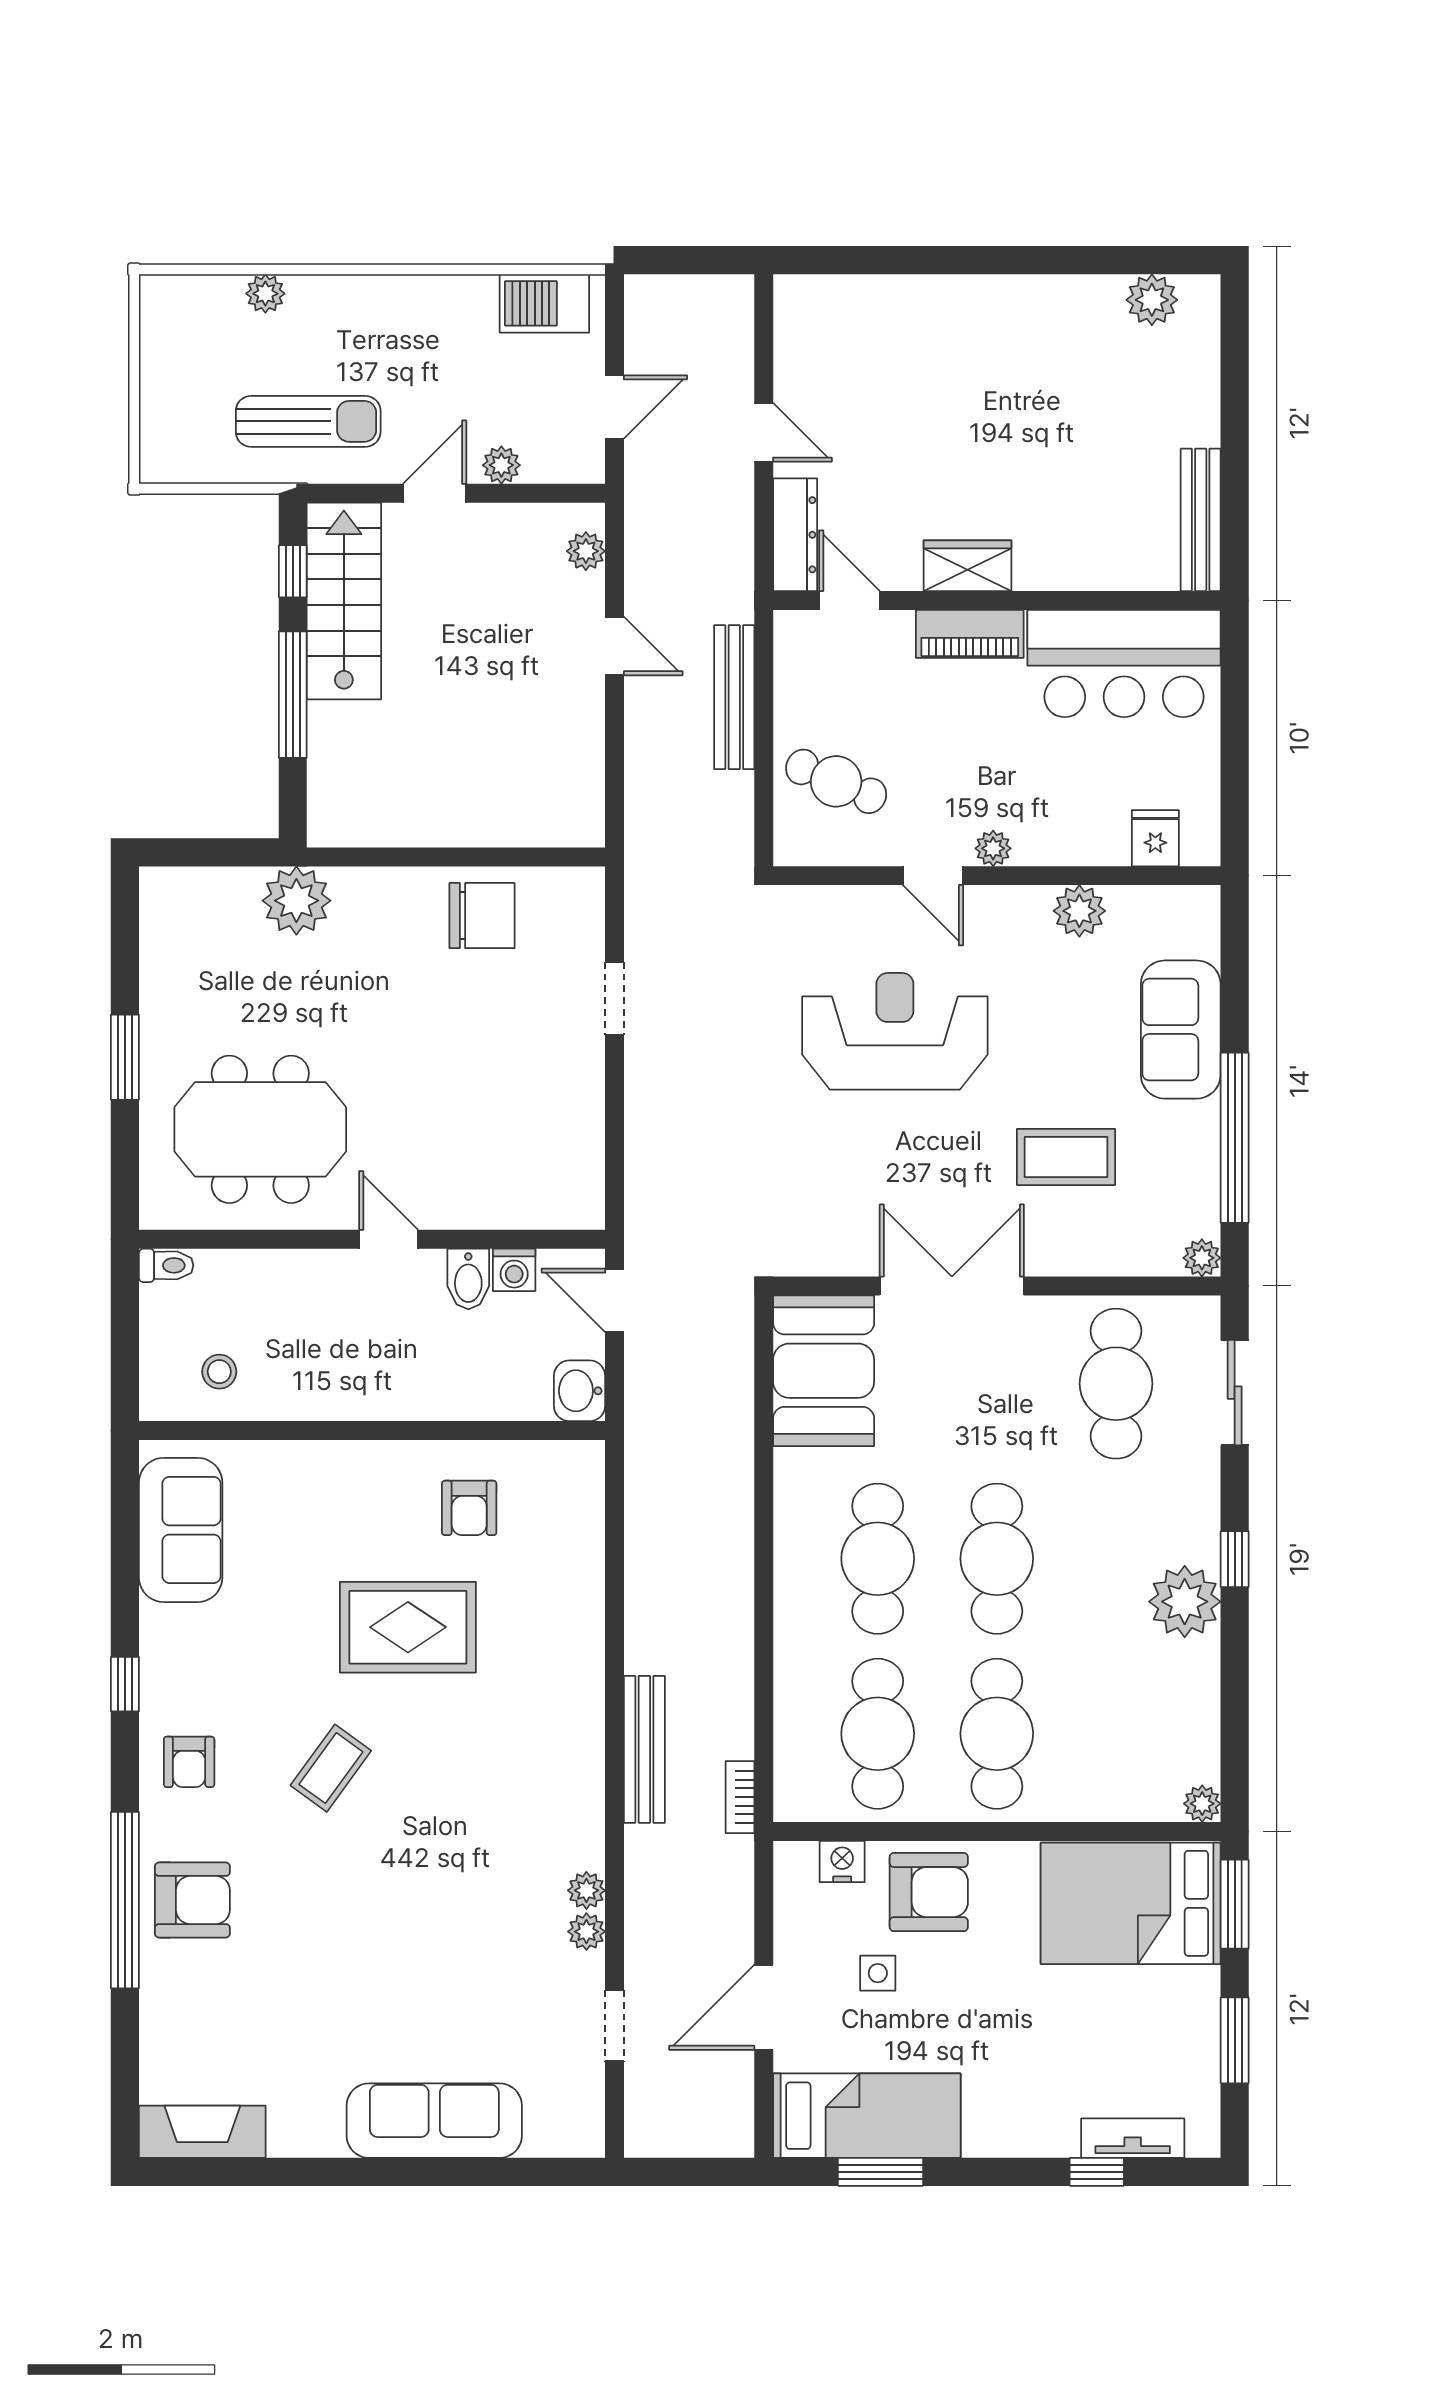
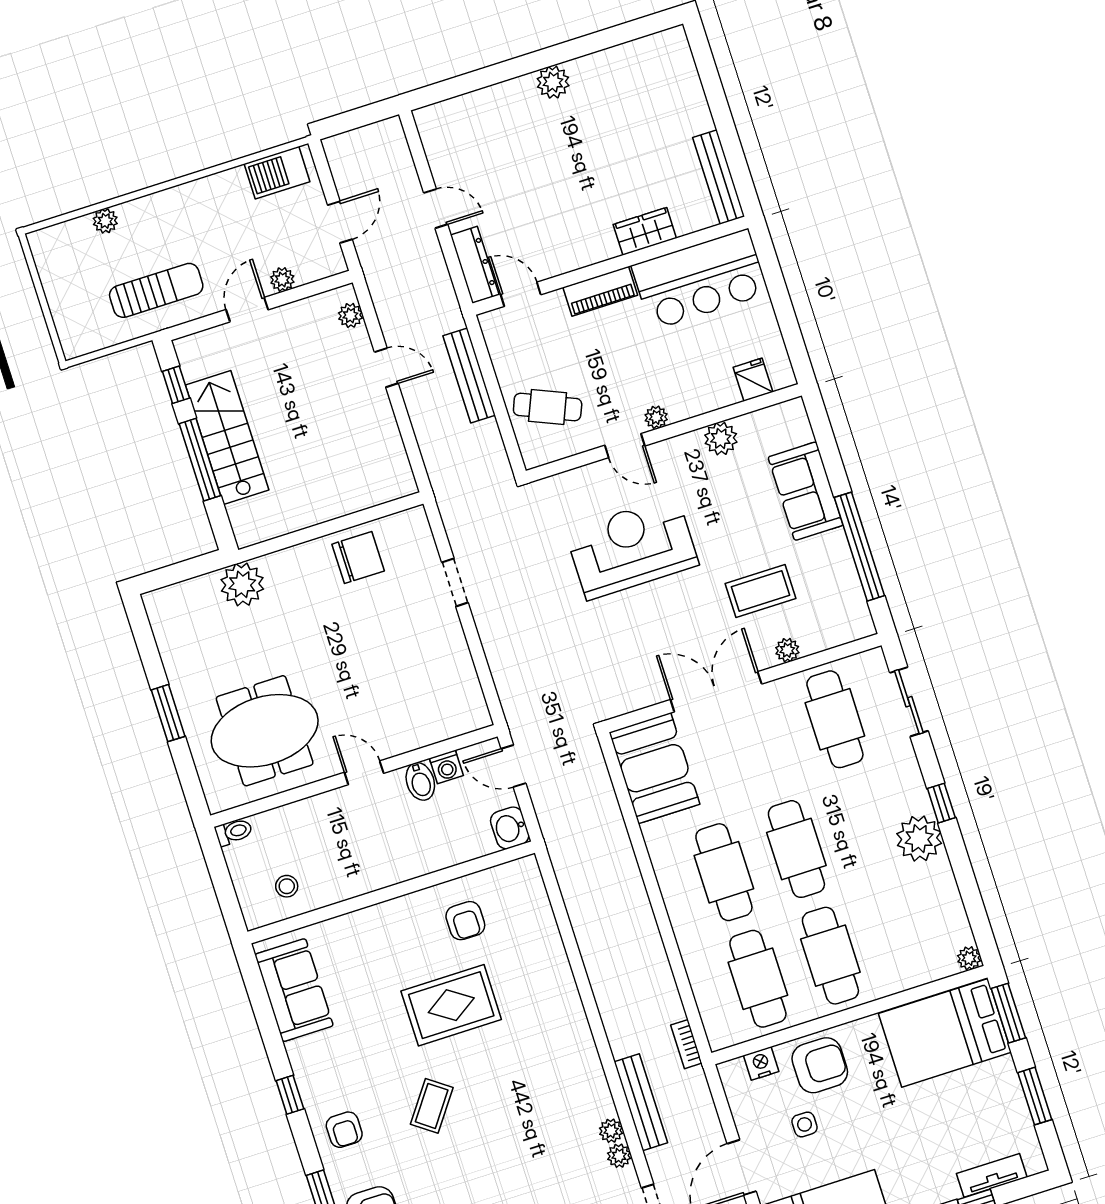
plant: (1152, 300) -> (553, 82), moved
wardrobe: (967, 566) -> (645, 231), moved
stairs: (344, 601) -> (227, 437), moved
plant: (1202, 1258) -> (787, 650), moved
bench: (644, 1749) -> (641, 1102), moved

